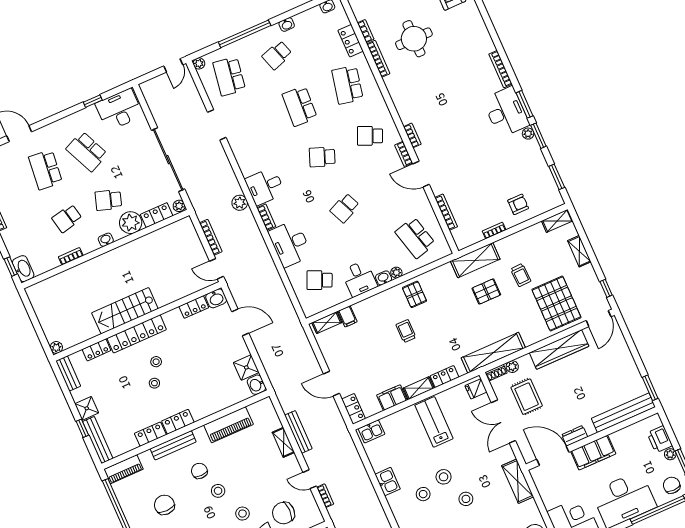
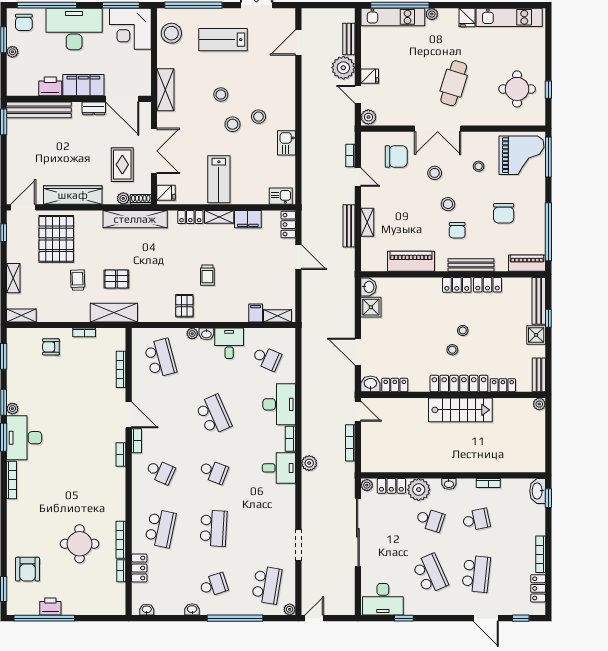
school desk: (345, 208) -> (214, 415), width x1.85
printer: (660, 439) -> (50, 86), moved, turned -90

